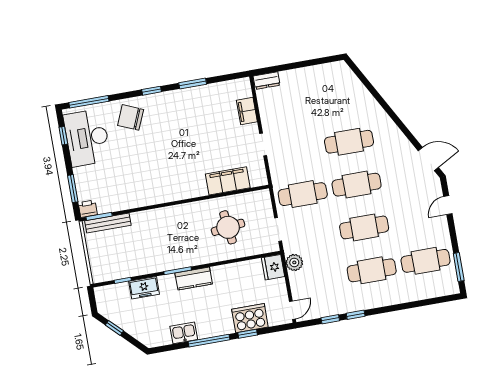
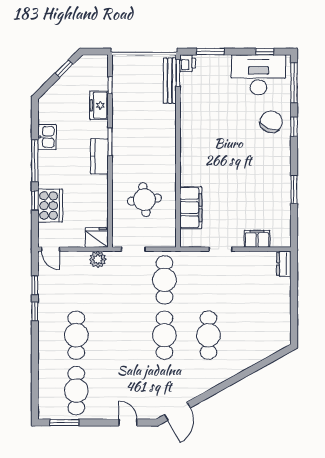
window: (152, 91) -> (294, 127), moved
cafe table: (364, 227) -> (120, 335), removed

